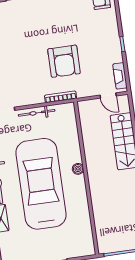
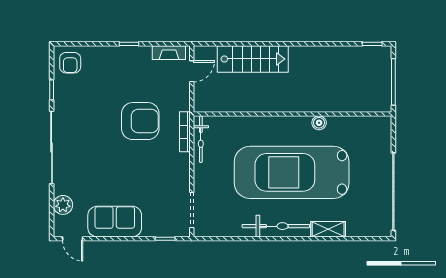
bicycle: (37, 113) -> (201, 139), moved
boiler: (78, 169) -> (319, 123), moved

